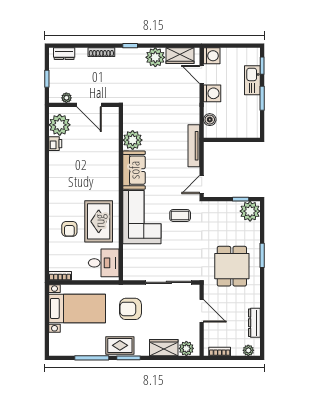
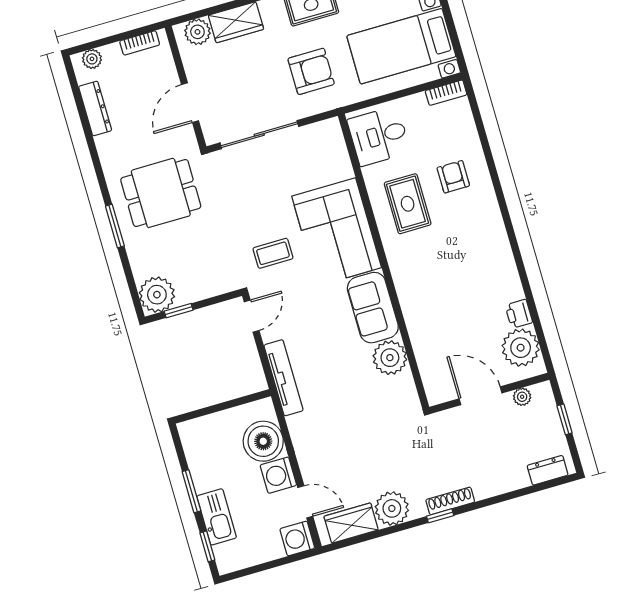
shoe rack: (101, 52) -> (450, 501), moved
boiler: (210, 120) -> (263, 441), width x1.86, depth x1.86
rug: (99, 221) -> (408, 204), width x0.73, depth x0.70
dining table: (232, 266) -> (161, 193), turned 90
door: (202, 311) -> (190, 103), hinge flipped

